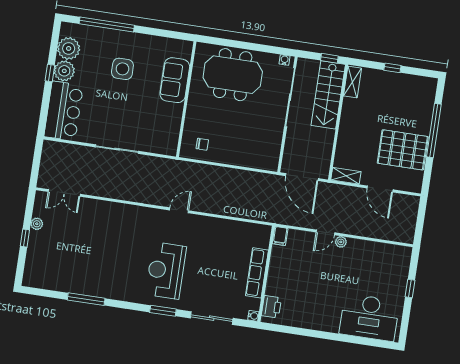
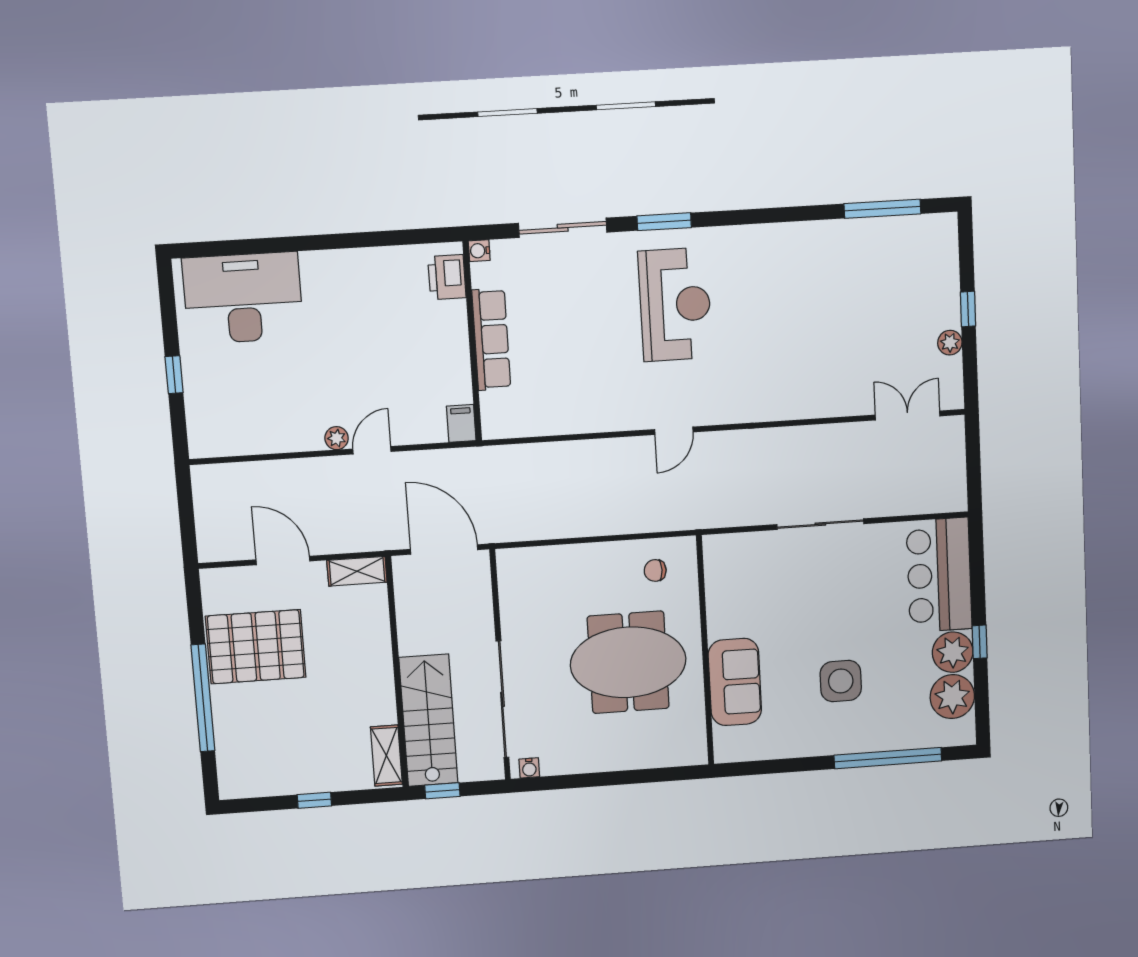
meeting table: (233, 75) -> (628, 662), moved
window: (86, 299) -> (882, 209), moved

